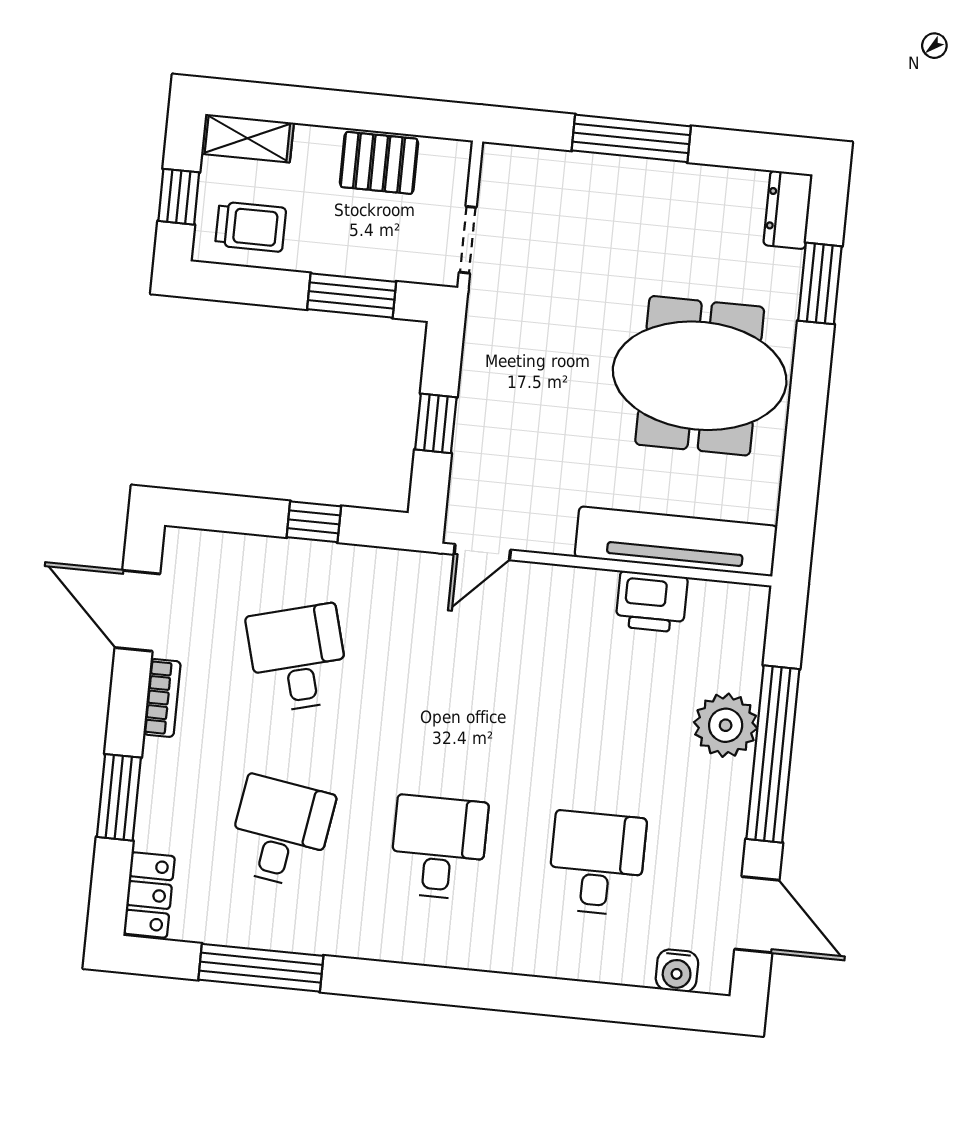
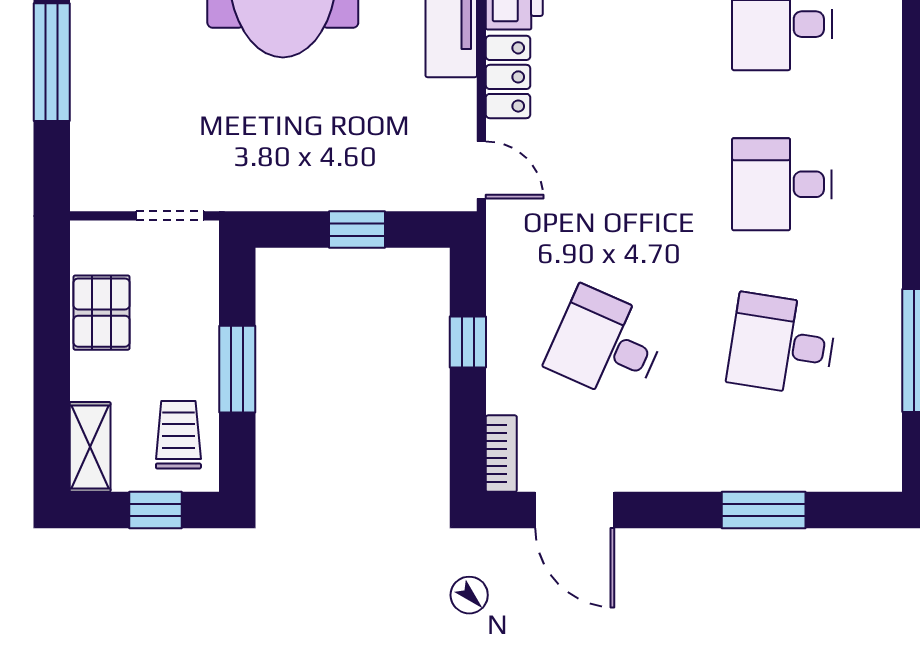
window: (352, 295) -> (237, 369), moved
door: (137, 611) -> (575, 510), hinge flipped
desk: (298, 658) -> (606, 344), turned 39
bookcase: (162, 698) -> (501, 454), moved, turned 90
locker: (149, 895) -> (508, 77), moved, turned 90

